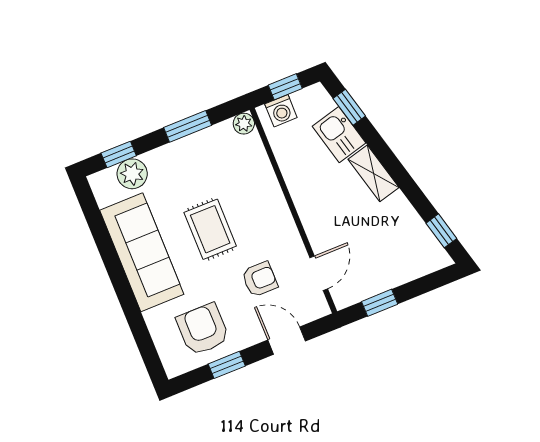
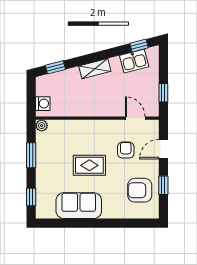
window: (285, 87) -> (31, 96), removed
kitchen sink: (339, 135) -> (134, 61), moved
plant: (132, 174) -> (44, 194), removed
sofa: (142, 252) -> (79, 206), width x0.73

